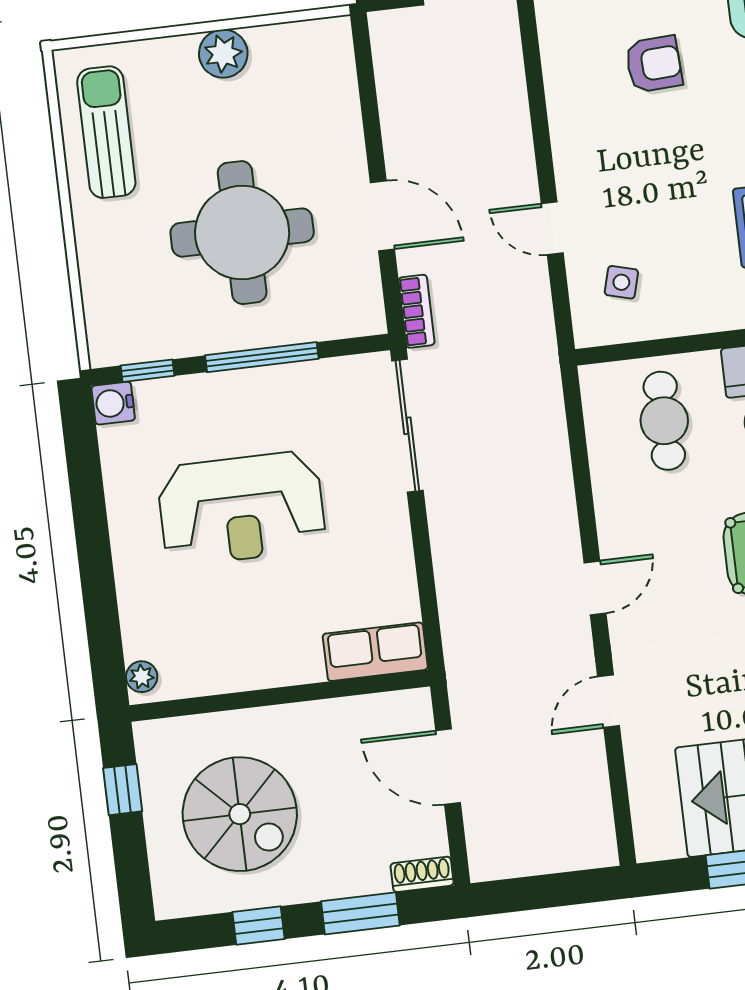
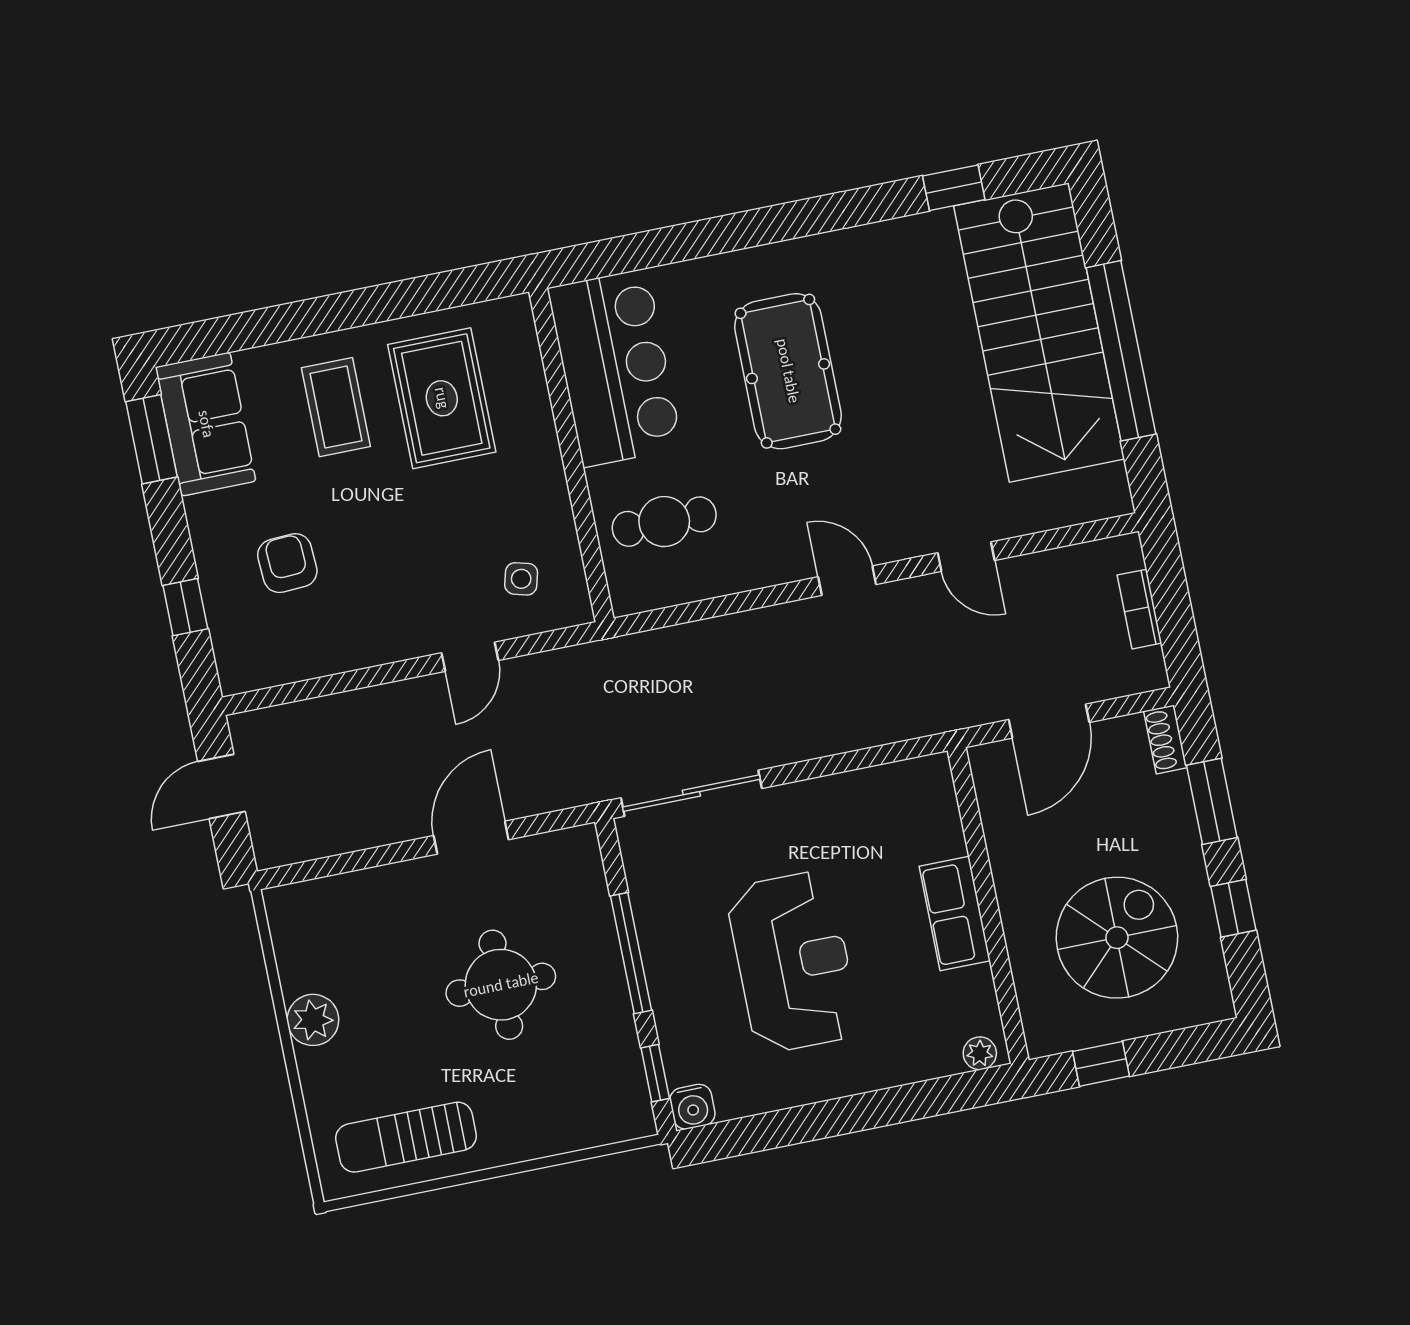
round table: (242, 233) -> (501, 985), width x0.73, depth x0.73
bookcase: (416, 311) -> (1139, 609), moved, turned -90
row of seats: (375, 652) -> (955, 913), moved

